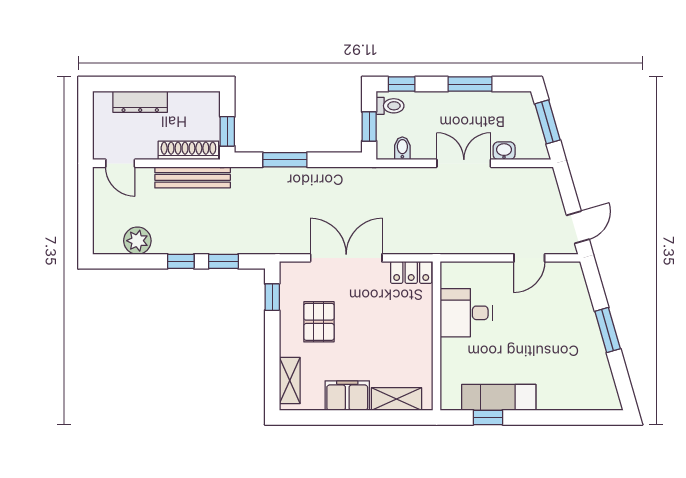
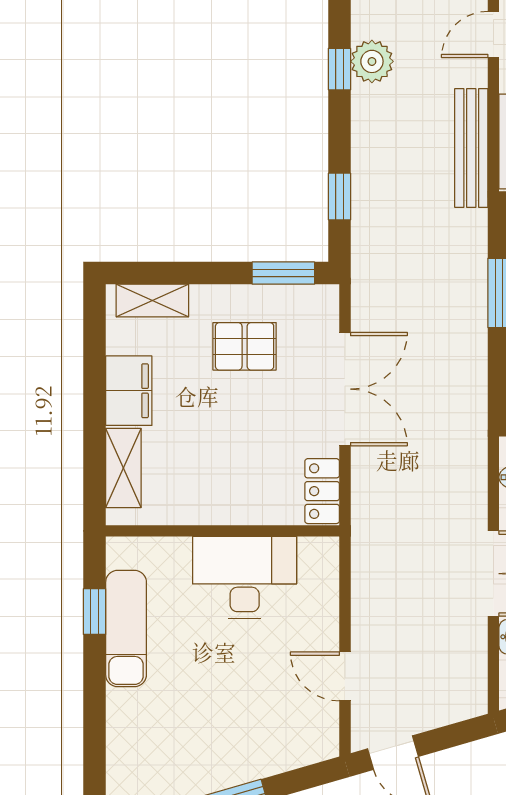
window: (181, 261) -> (339, 69), moved
window: (272, 297) -> (283, 273), width x1.50
desk: (466, 313) -> (245, 577), width x1.37

